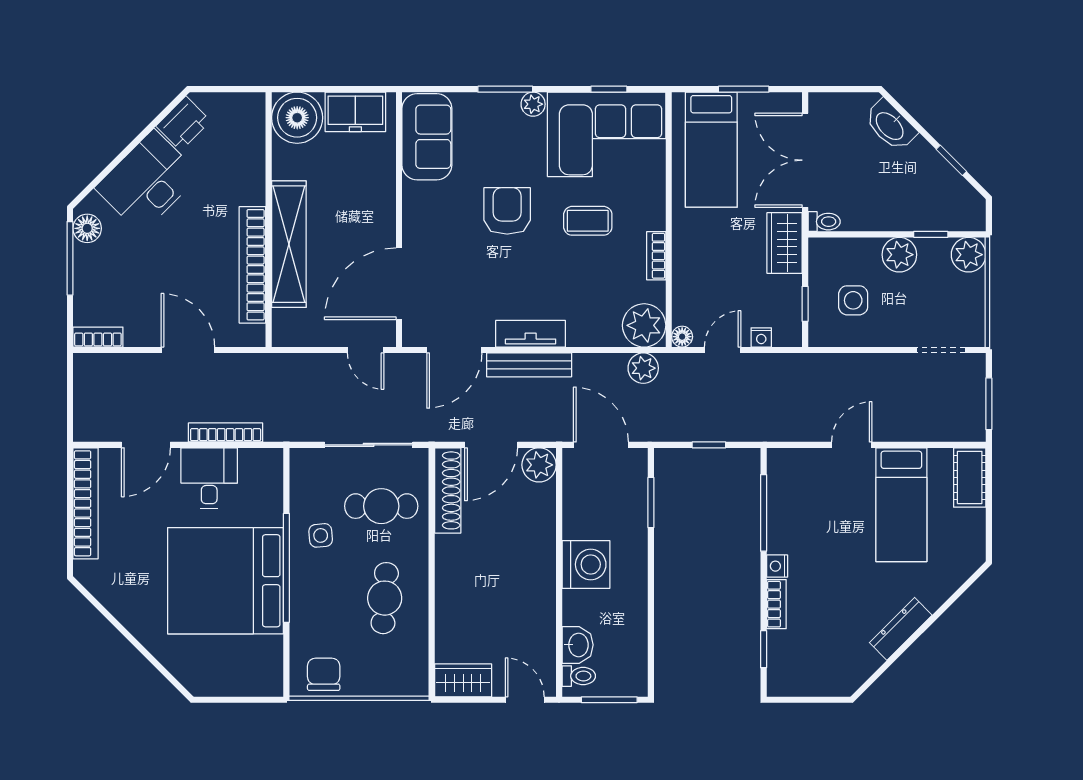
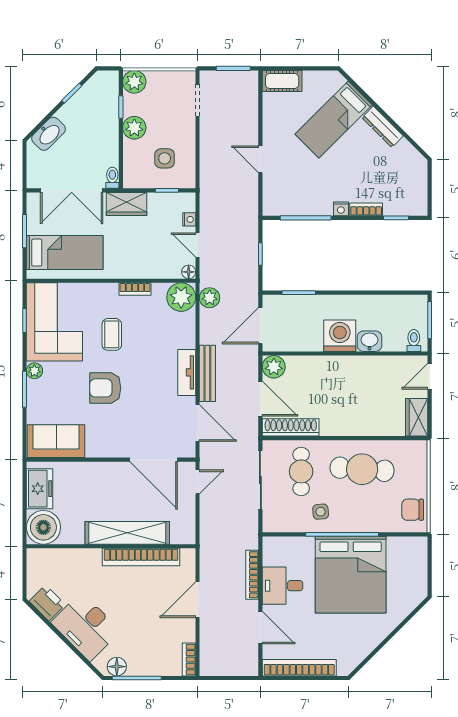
bed: (901, 505) -> (334, 120), moved, turned 135
cafe table: (385, 598) -> (362, 469), width x1.37, depth x1.35
washbasin: (578, 645) -> (369, 341), moved

